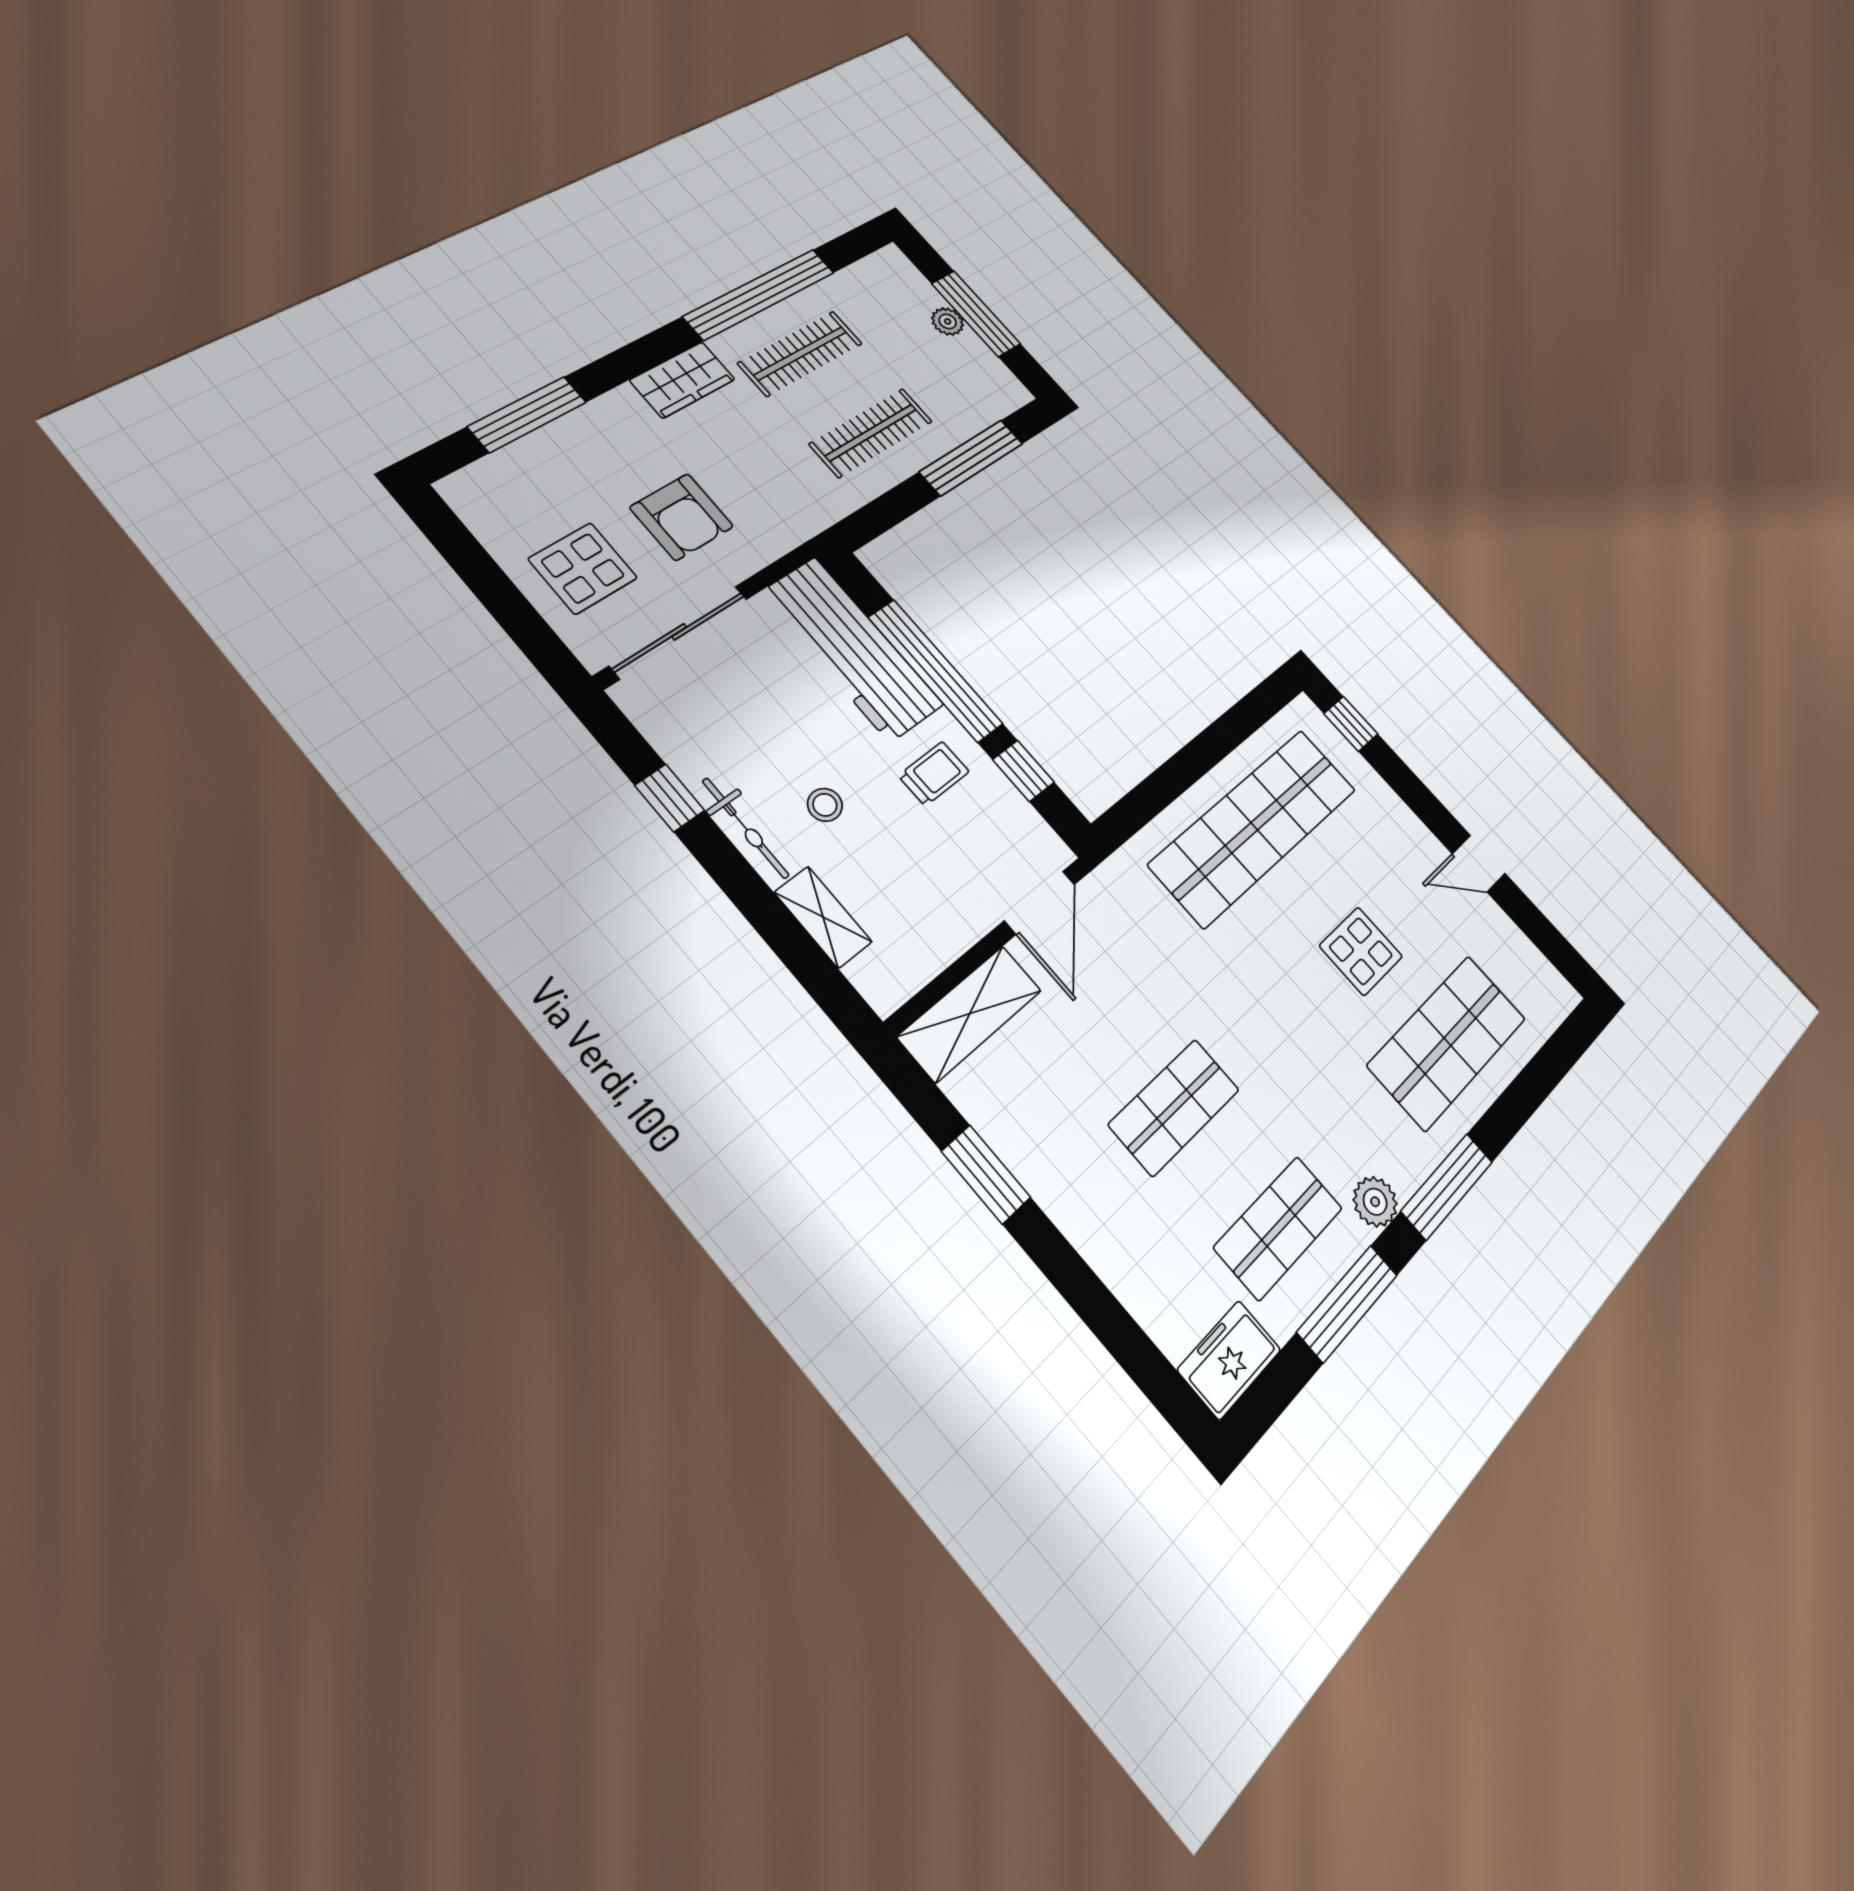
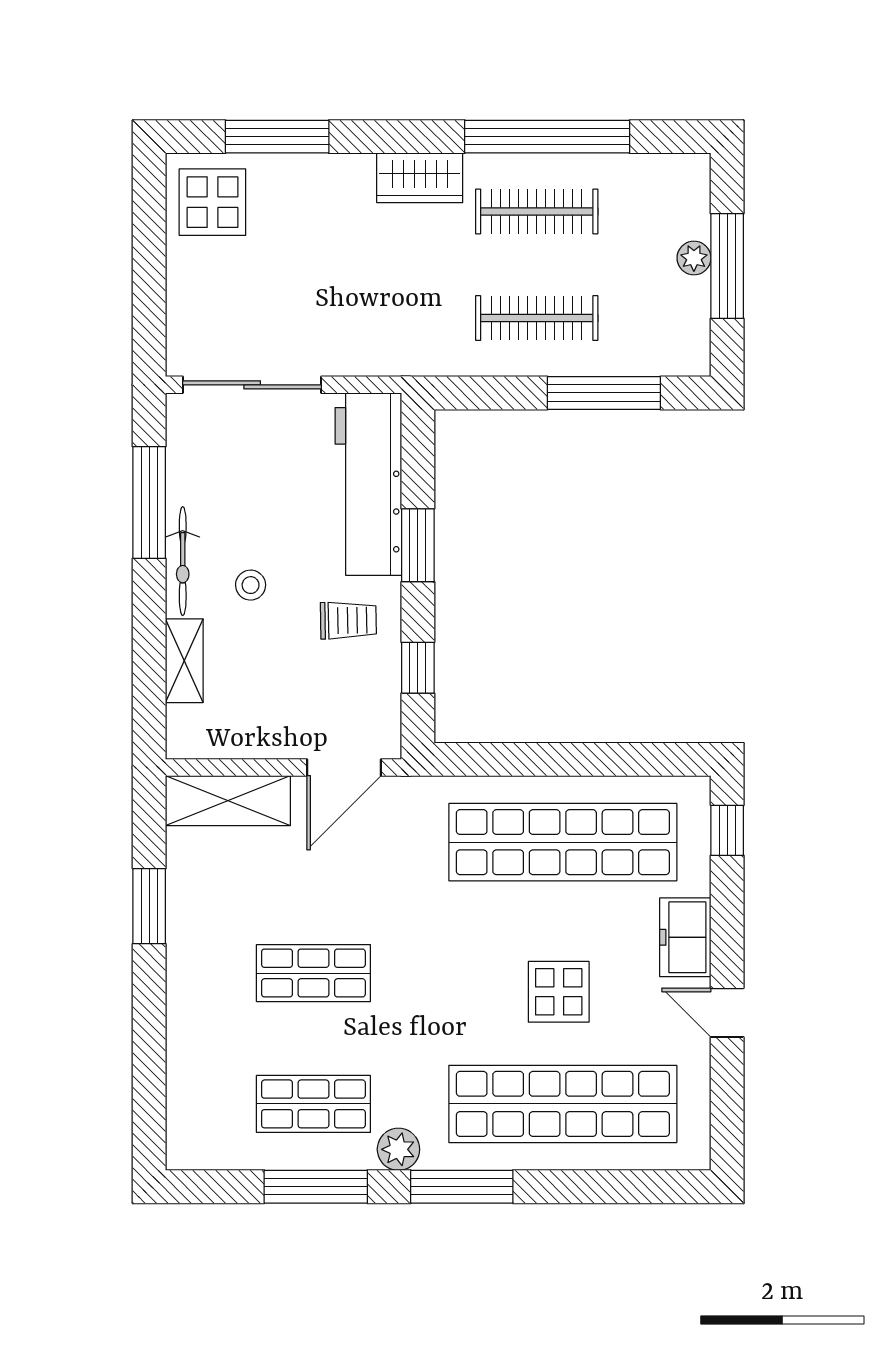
armchair: (682, 517) -> (326, 295), removed
display table: (583, 568) -> (212, 202), moved
window: (935, 670) -> (418, 545), width x0.47
window: (670, 798) -> (149, 502), width x2.17
shop shelf: (1447, 1042) -> (563, 1104), width x1.40
freezer: (1229, 1360) -> (685, 937), moved, turned -90

